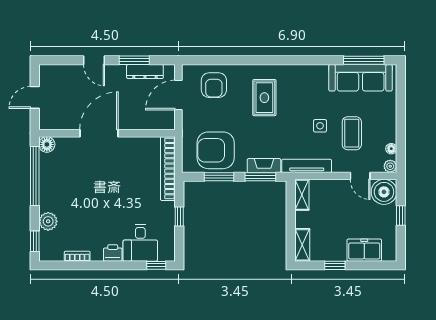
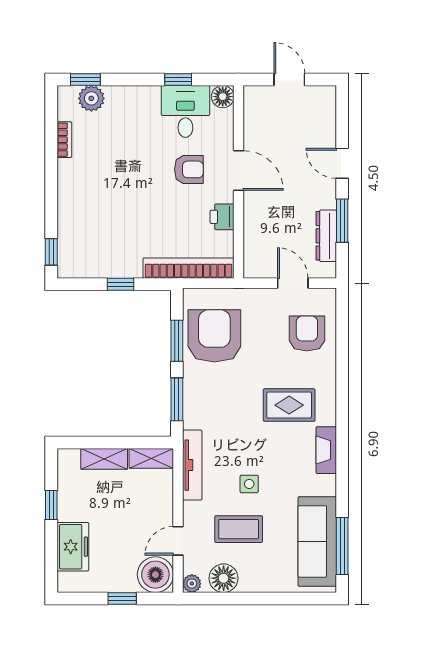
door: (94, 60) -> (342, 163), hinge flipped
armchair: (214, 85) -> (307, 333), turned 90
door: (178, 95) -> (293, 283), width x0.73
door: (99, 133) -> (239, 171), width x0.73
floor lamp: (391, 149) -> (224, 578), width x1.89, depth x1.89
fireplace: (264, 166) -> (326, 450), moved, turned 180
armchair: (98, 168) -> (189, 169), added
window: (35, 176) -> (178, 80), width x0.32
plant: (48, 221) -> (91, 98), moved
desk: (140, 243) -> (185, 111), moved, turned 90
shelving: (302, 245) -> (104, 459), moved
printer: (113, 253) -> (222, 217), moved, turned 180

